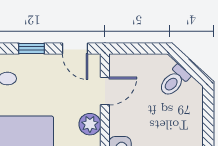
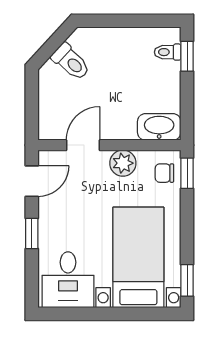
door: (105, 91) -> (83, 145), hinge flipped

